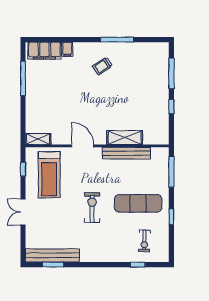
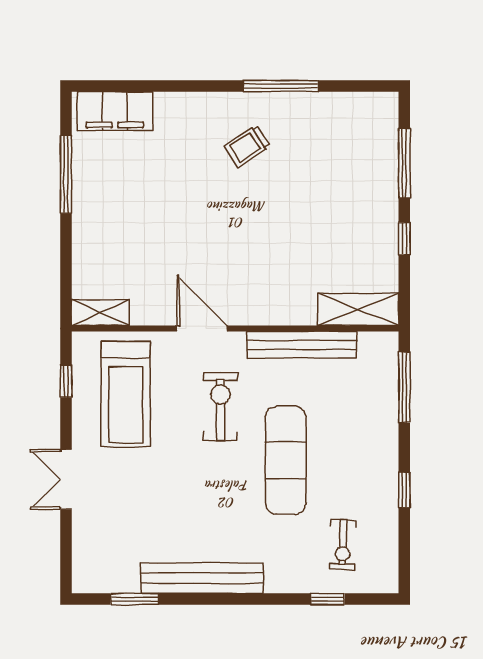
filing cabinet: (67, 49) -> (167, 108), removed
shelving: (125, 138) -> (358, 309), moved
exercise mat: (138, 203) -> (286, 460), moved, turned 90
exercise bike: (92, 208) -> (220, 407), moved
bench: (52, 255) -> (202, 578), moved

